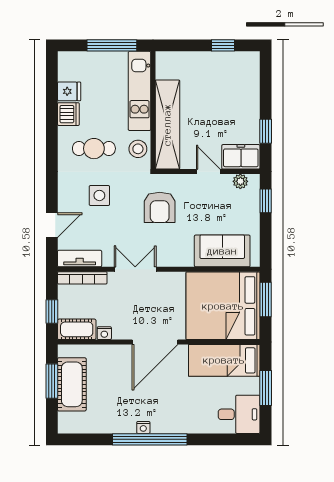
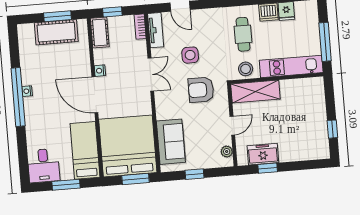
shelving: (167, 125) -> (255, 91), width x0.68
freezer: (241, 157) -> (263, 154), moved, turned -90
side table: (99, 195) -> (190, 55), moved
window: (266, 201) -> (195, 174), moved
bookcase: (82, 278) -> (140, 27), width x0.64
nightstand: (104, 333) -> (100, 71), moved

